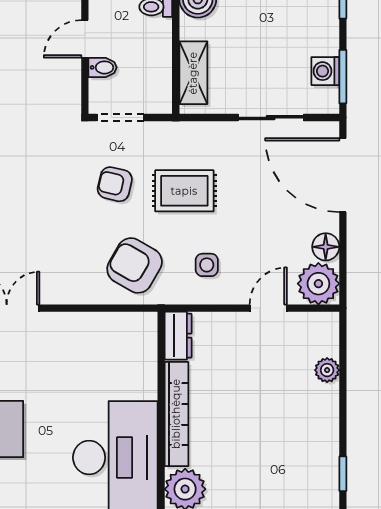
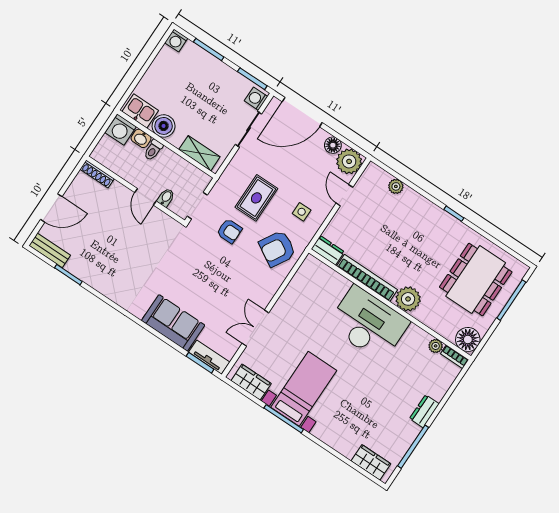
washing machine: (325, 71) -> (256, 99), moved, turned 90
armchair: (115, 184) -> (229, 231), turned -103

